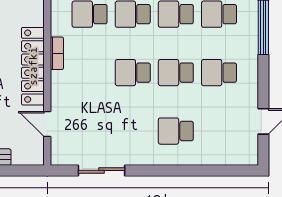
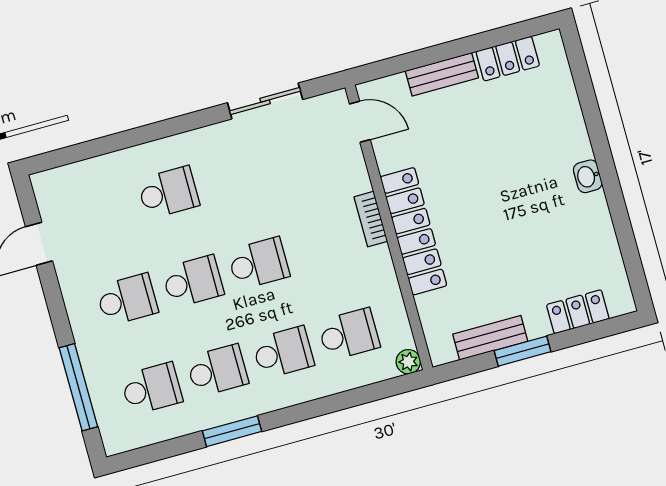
bookcase: (57, 53) -> (371, 219), moved
door: (47, 124) -> (360, 122), moved

